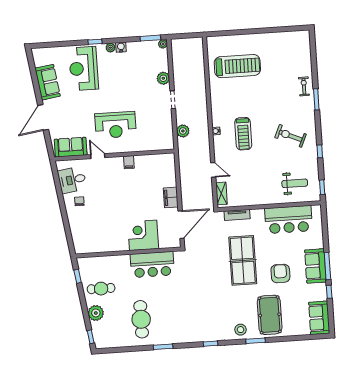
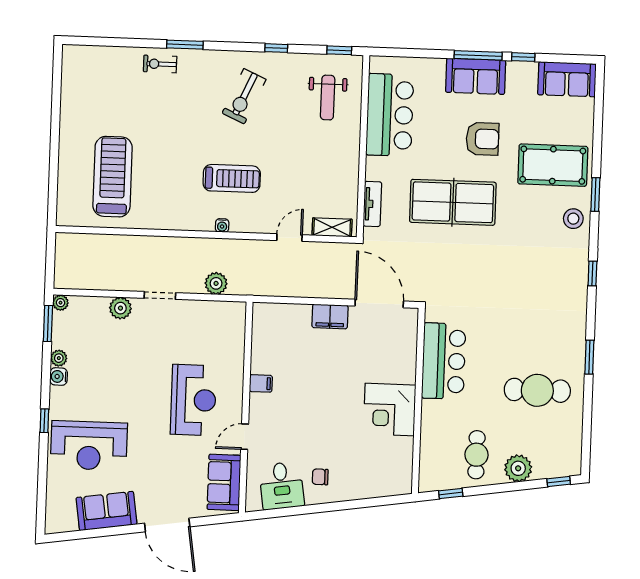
plant: (110, 48) -> (59, 358), moved
weight bench: (295, 183) -> (328, 98), turned 180
corner desk: (143, 235) -> (390, 410), moved
armchair: (280, 273) -> (483, 139), turned 180

